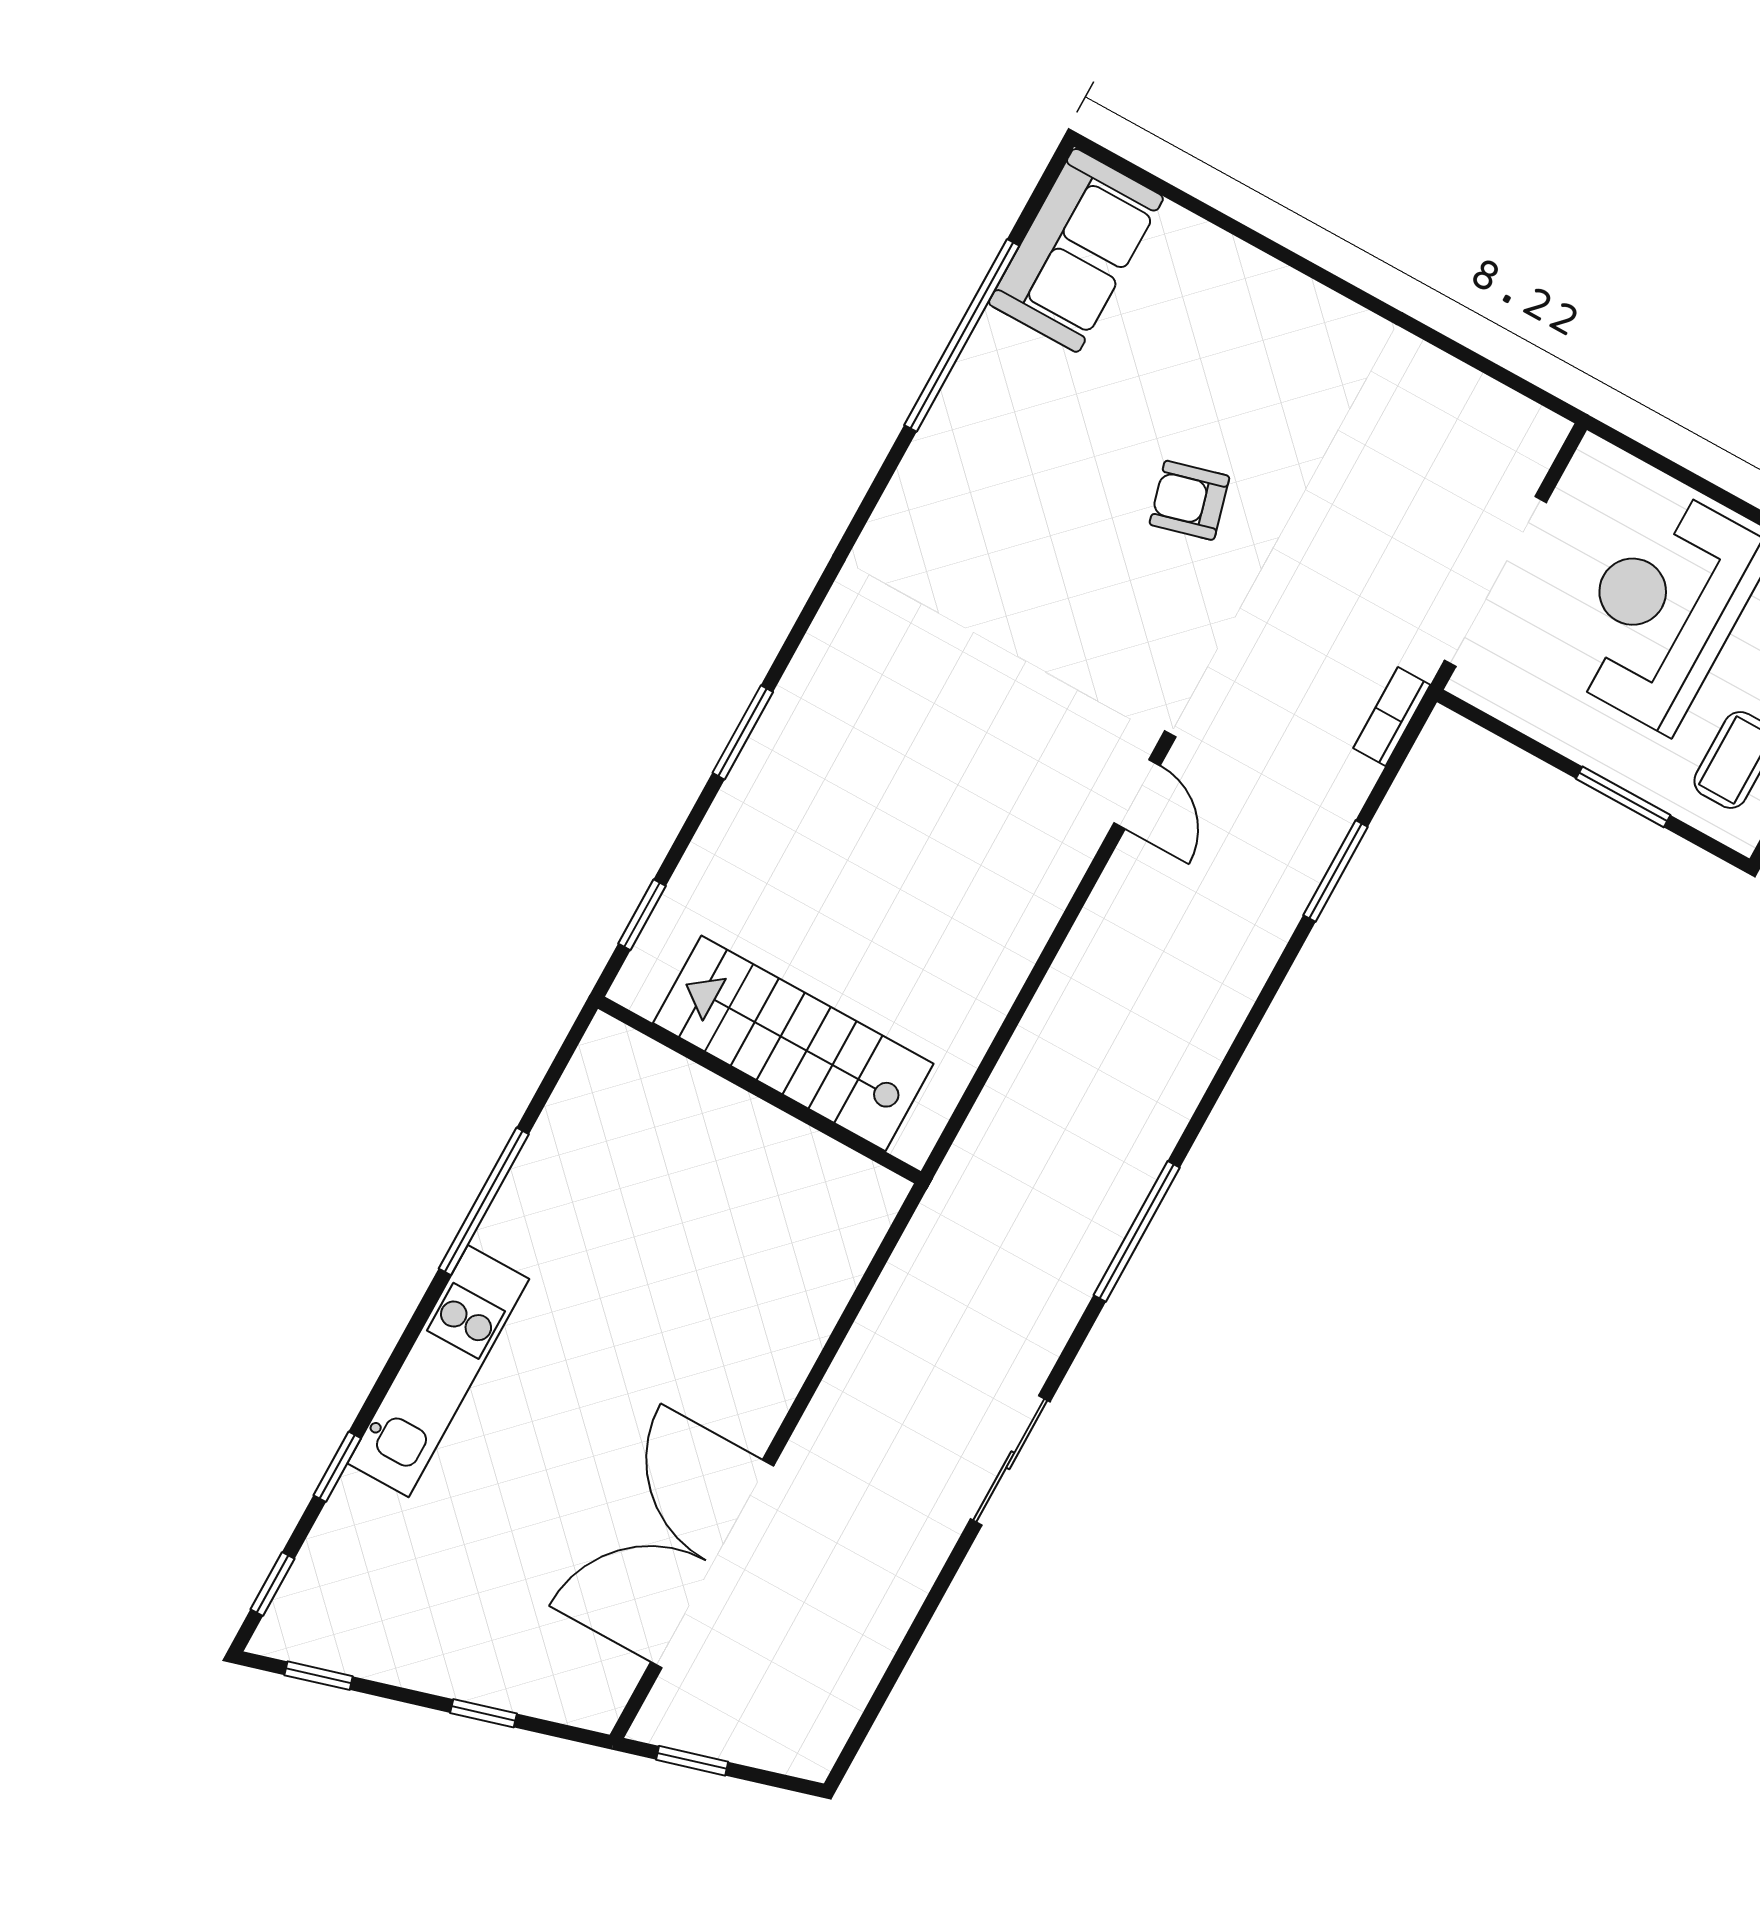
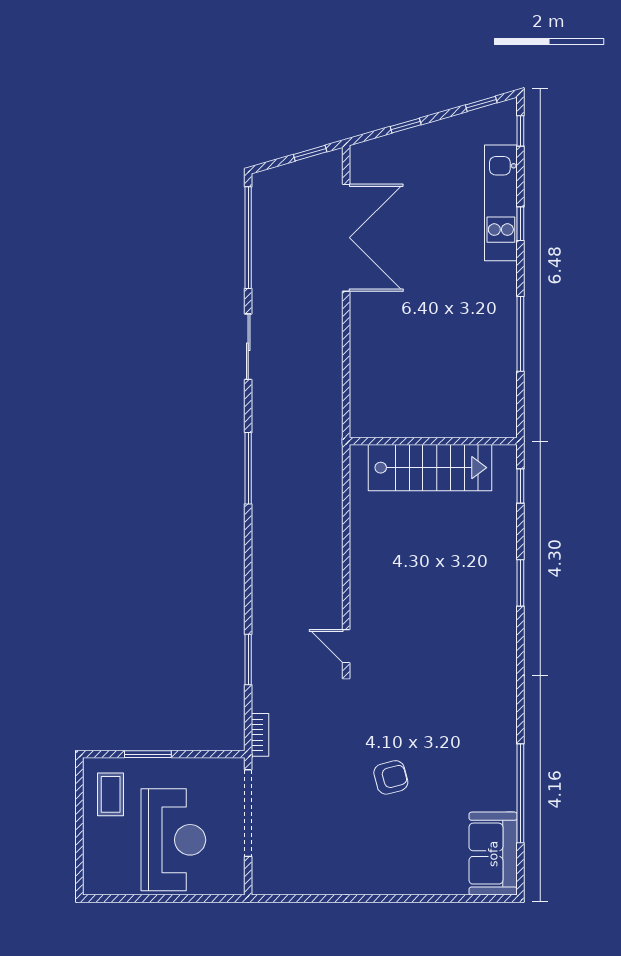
kitchen unit: (438, 1371) -> (501, 203), moved
window: (337, 1467) -> (520, 224), moved
window: (897, 1666) -> (248, 238), added

